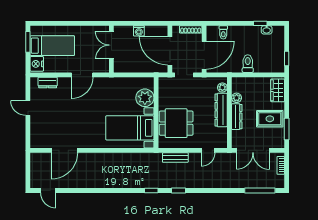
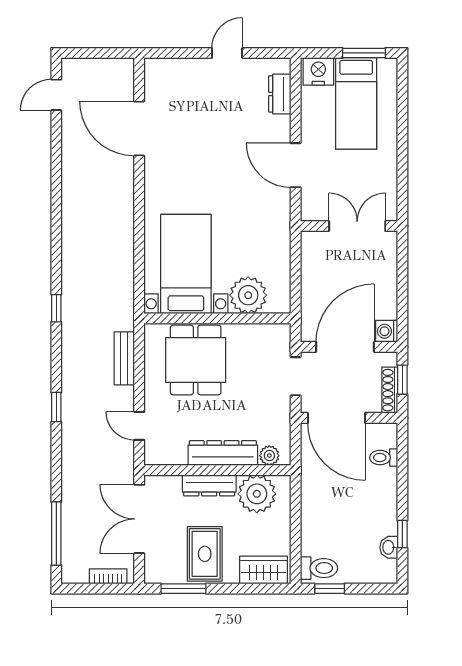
window: (186, 23) -> (402, 380), added
washing machine: (139, 31) -> (387, 331), moved
toilet: (248, 64) -> (319, 568), moved
plant: (237, 98) -> (257, 494), width x1.88, depth x1.88
window: (178, 190) -> (56, 407), moved

